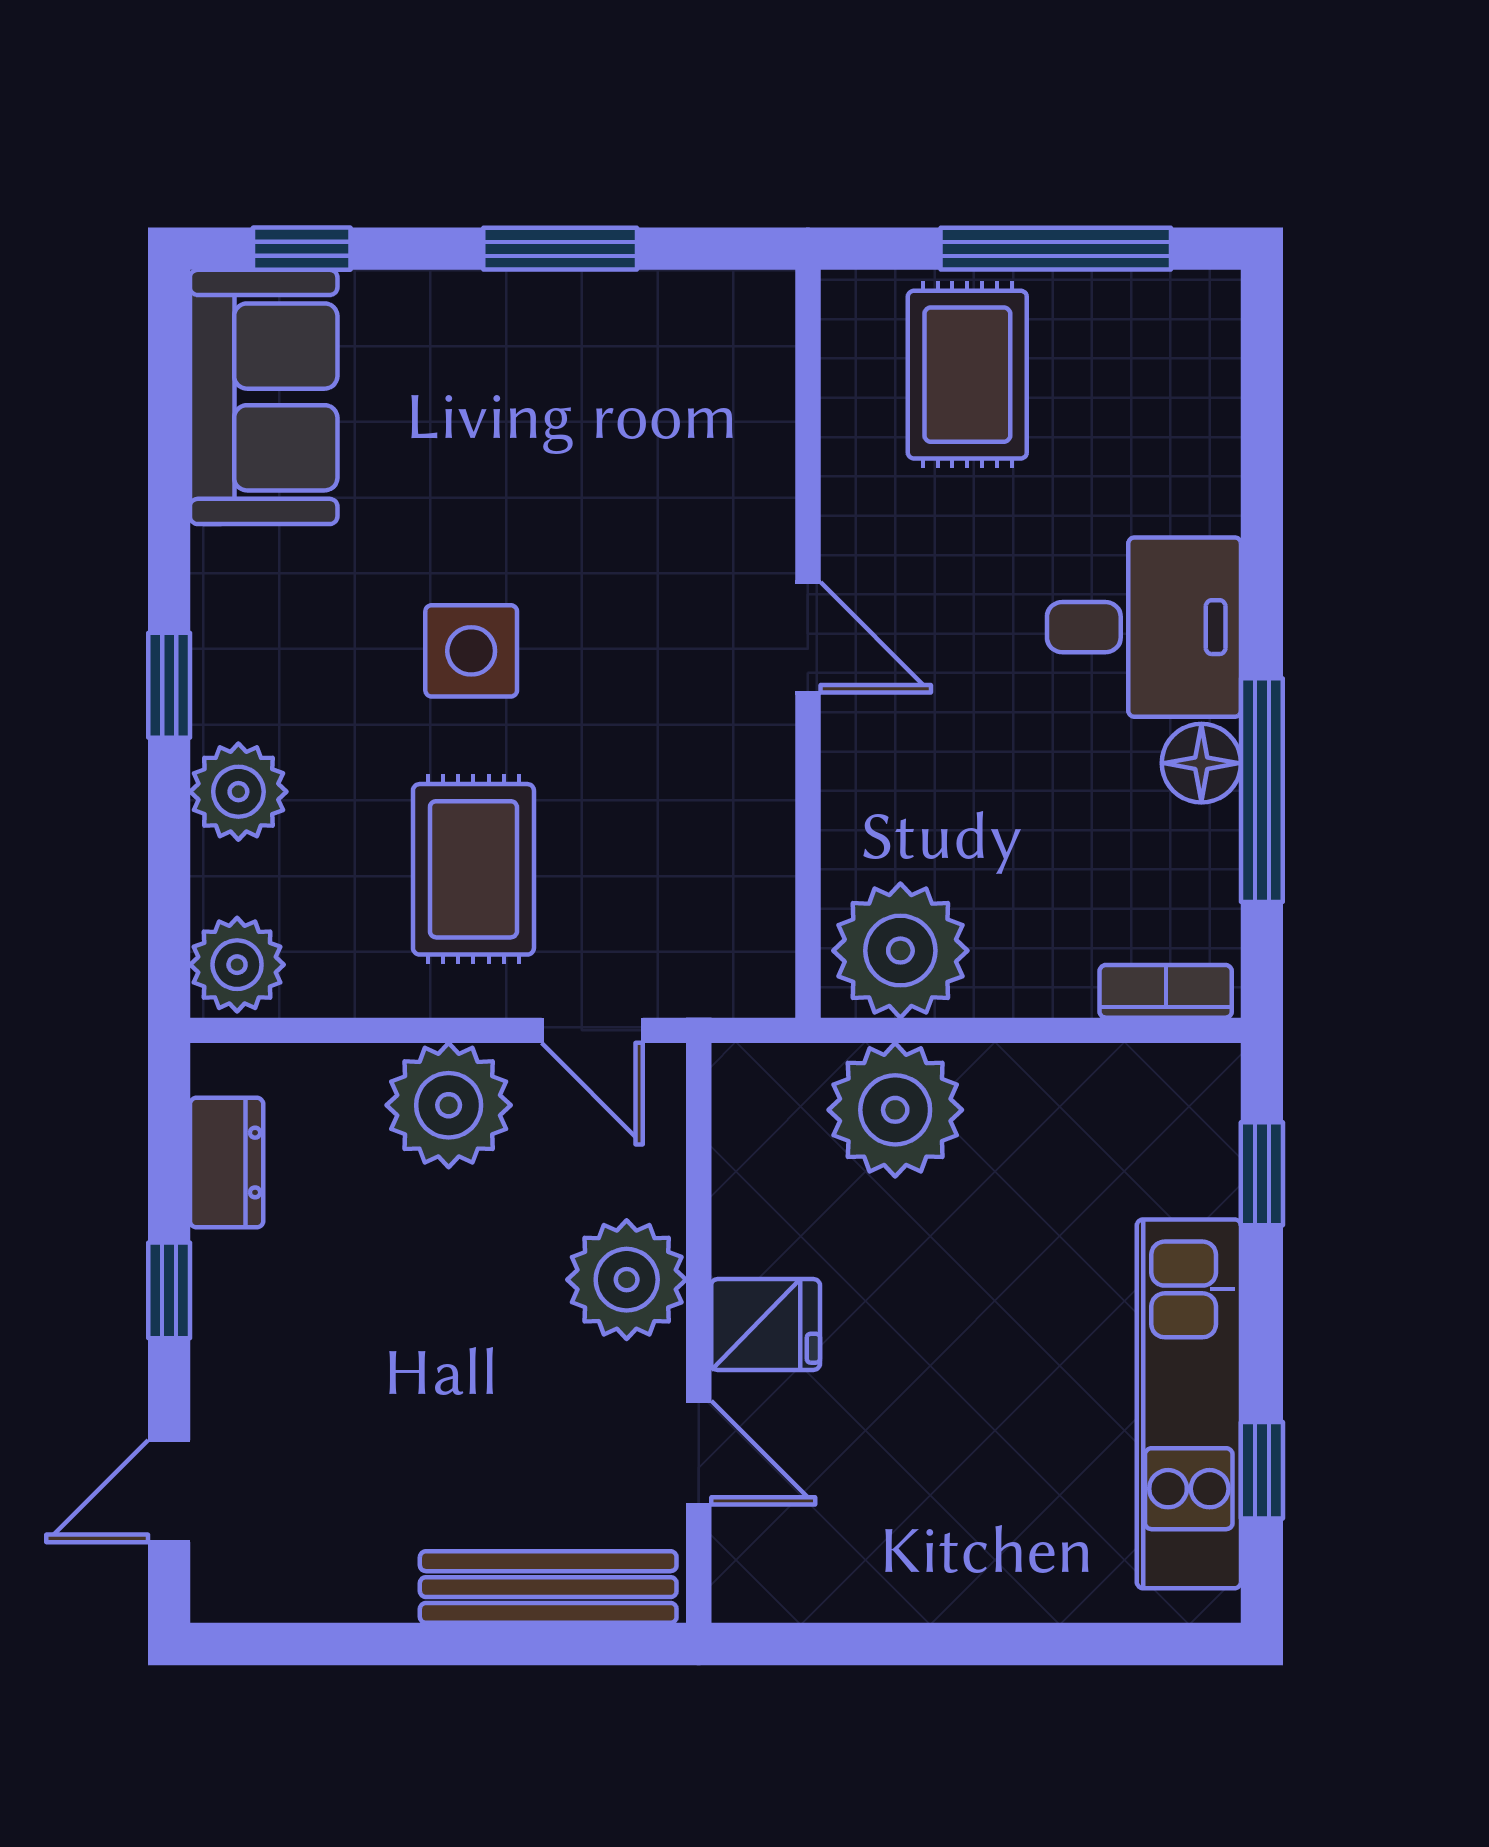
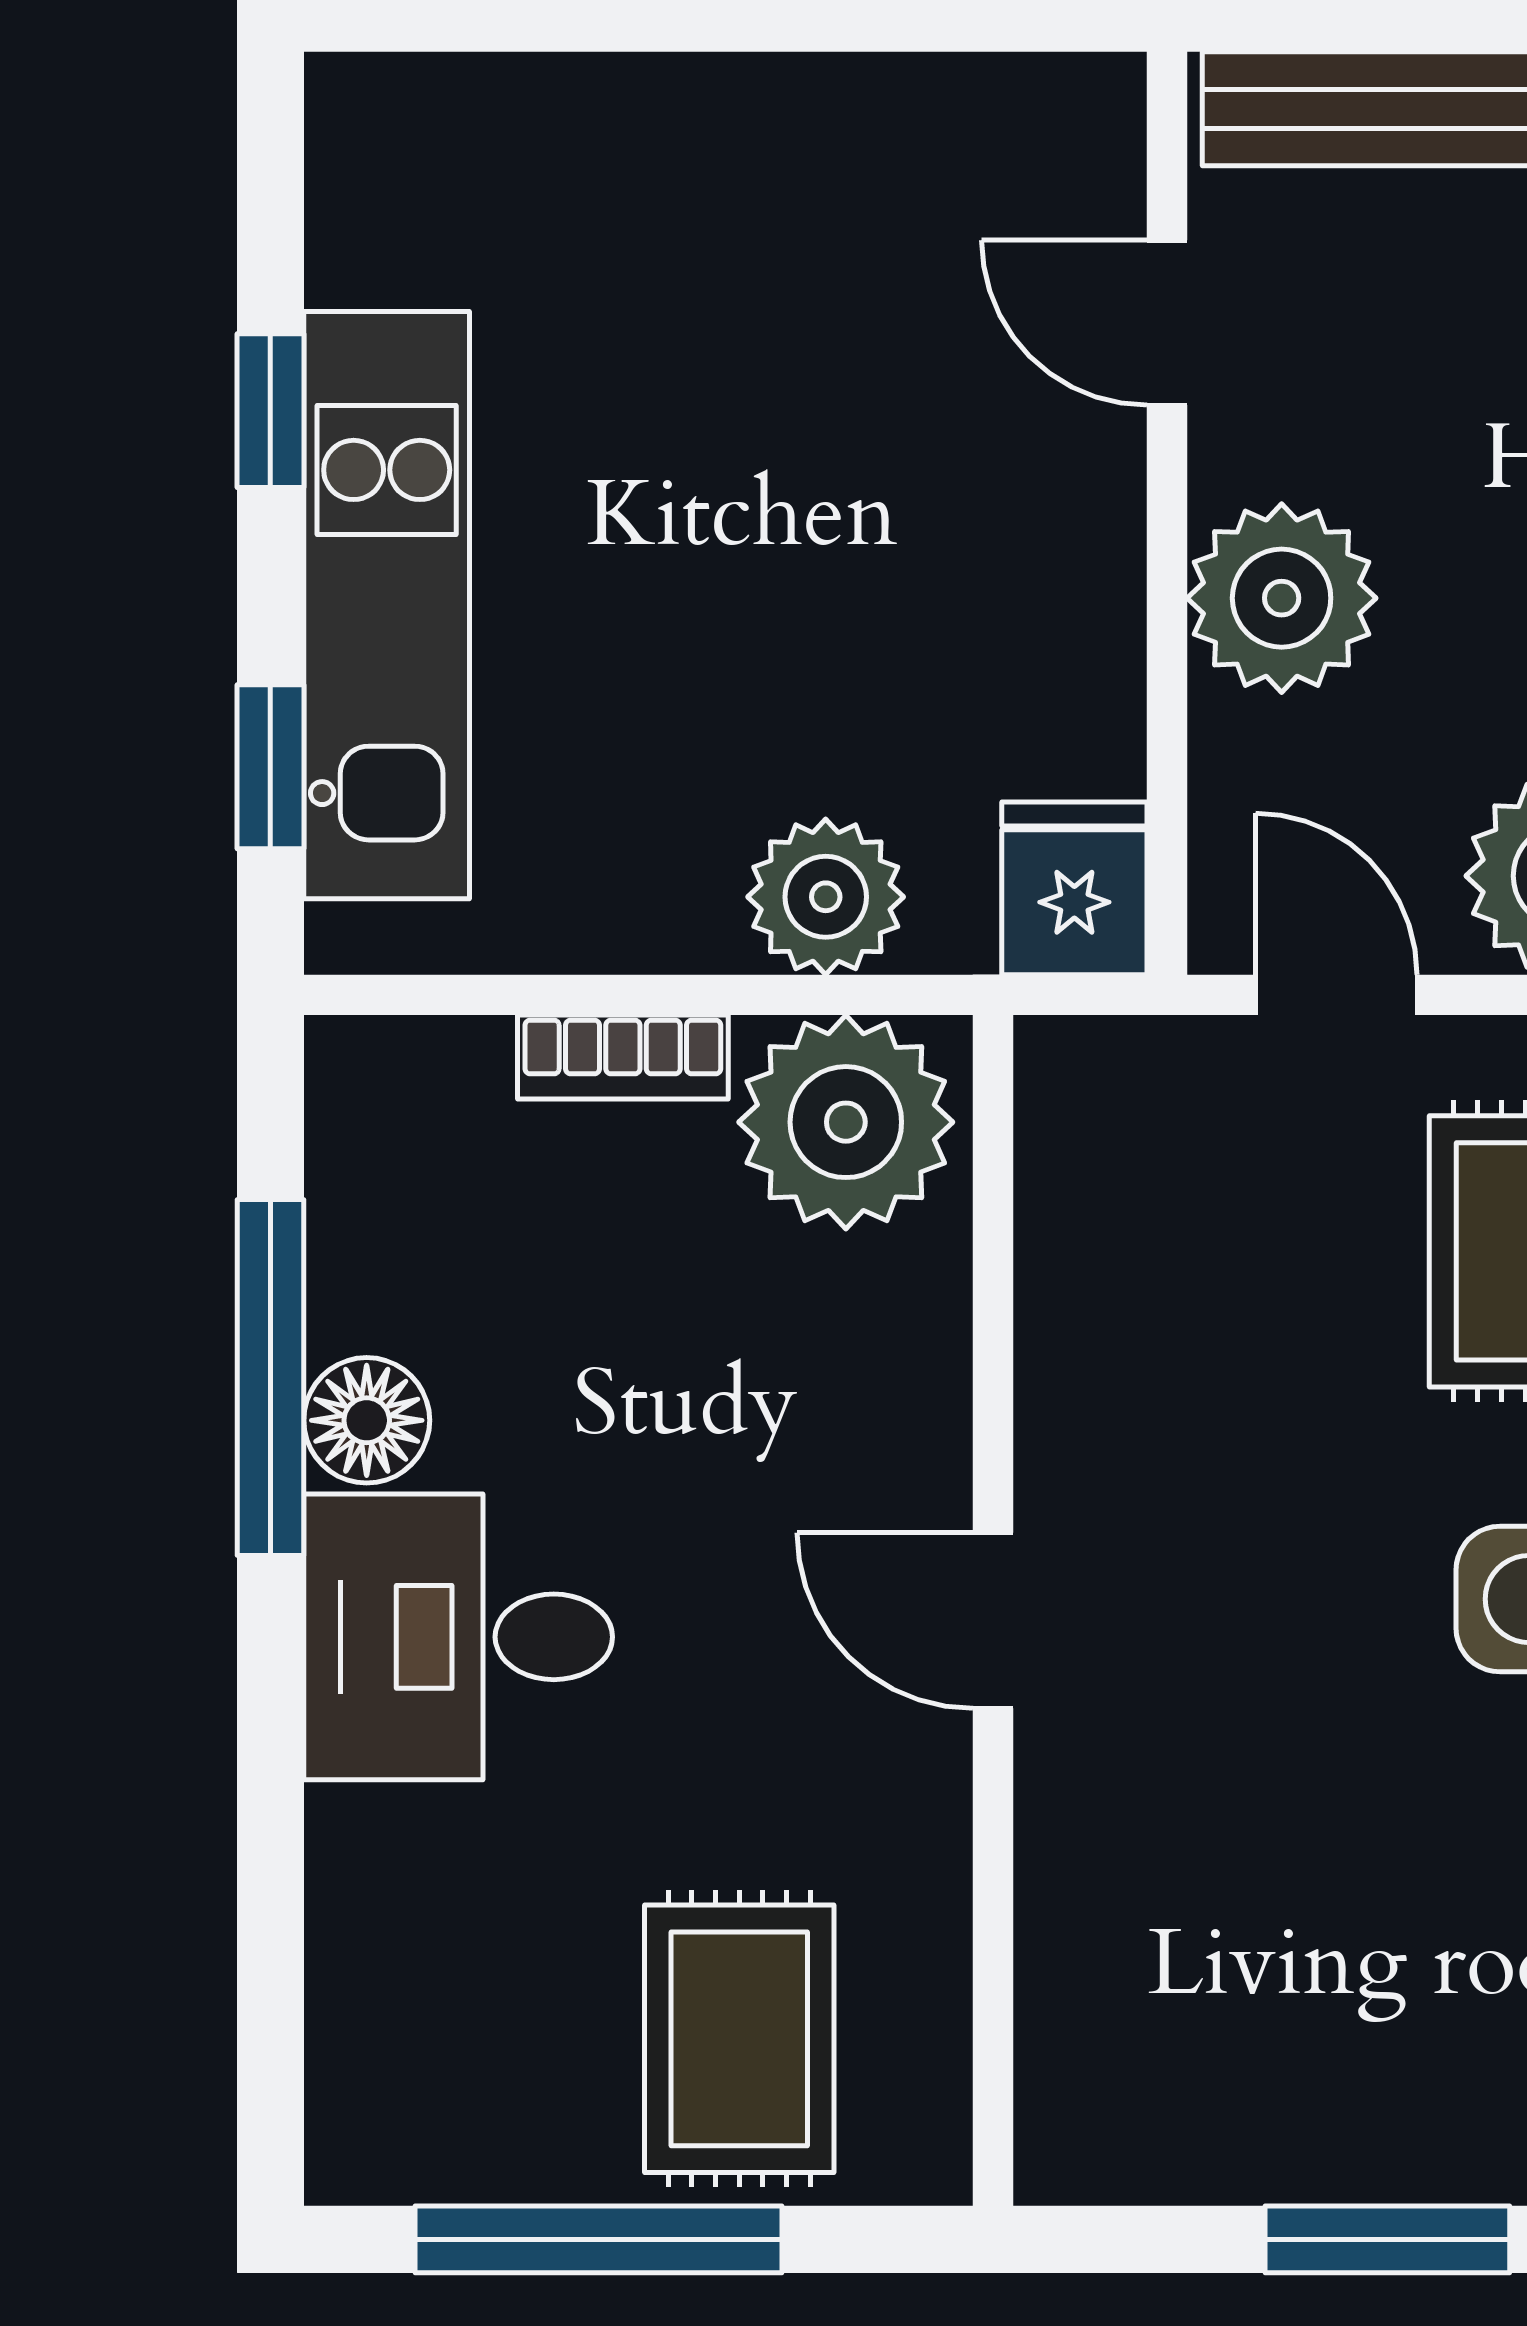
bookcase: (1166, 991) -> (623, 1057), moved
plant: (895, 1110) -> (826, 897), width x0.73, depth x0.73
fridge: (766, 1325) -> (1074, 888), moved, turned 90
kitchen unit: (1189, 1404) -> (387, 605), moved
window: (1262, 1470) -> (270, 411), moved

